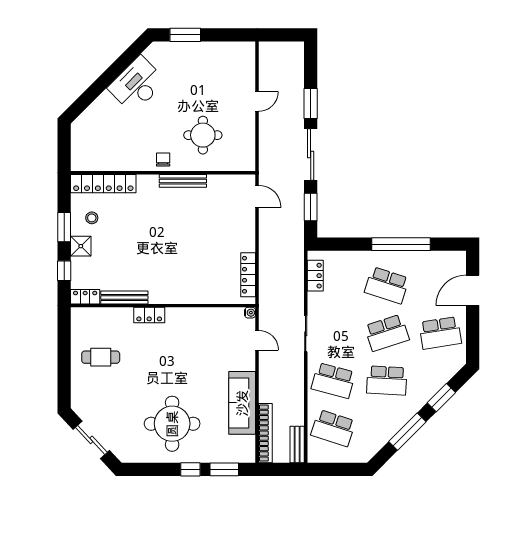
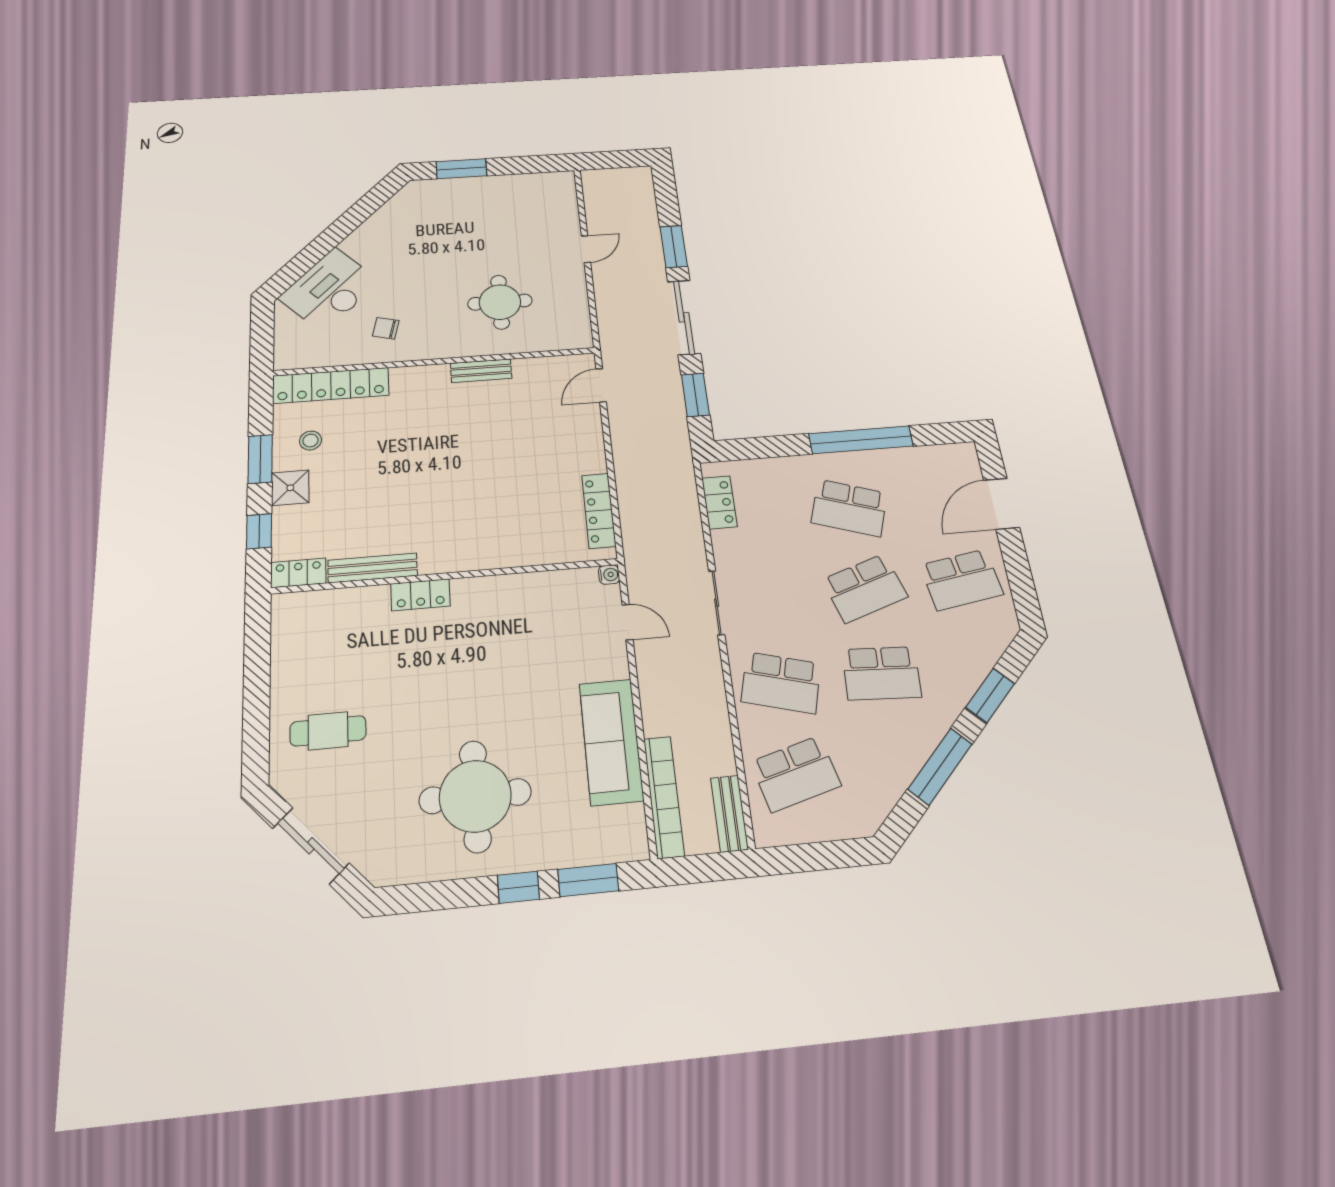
desk: (137, 85) -> (329, 290), moved
chair: (163, 159) -> (386, 328), moved, turned -76
bench: (183, 181) -> (481, 371), width x0.73
door: (257, 196) -> (601, 385), swing flipped
cafe table: (101, 357) -> (328, 731), moved
school desk: (333, 428) -> (796, 774), turned -33

